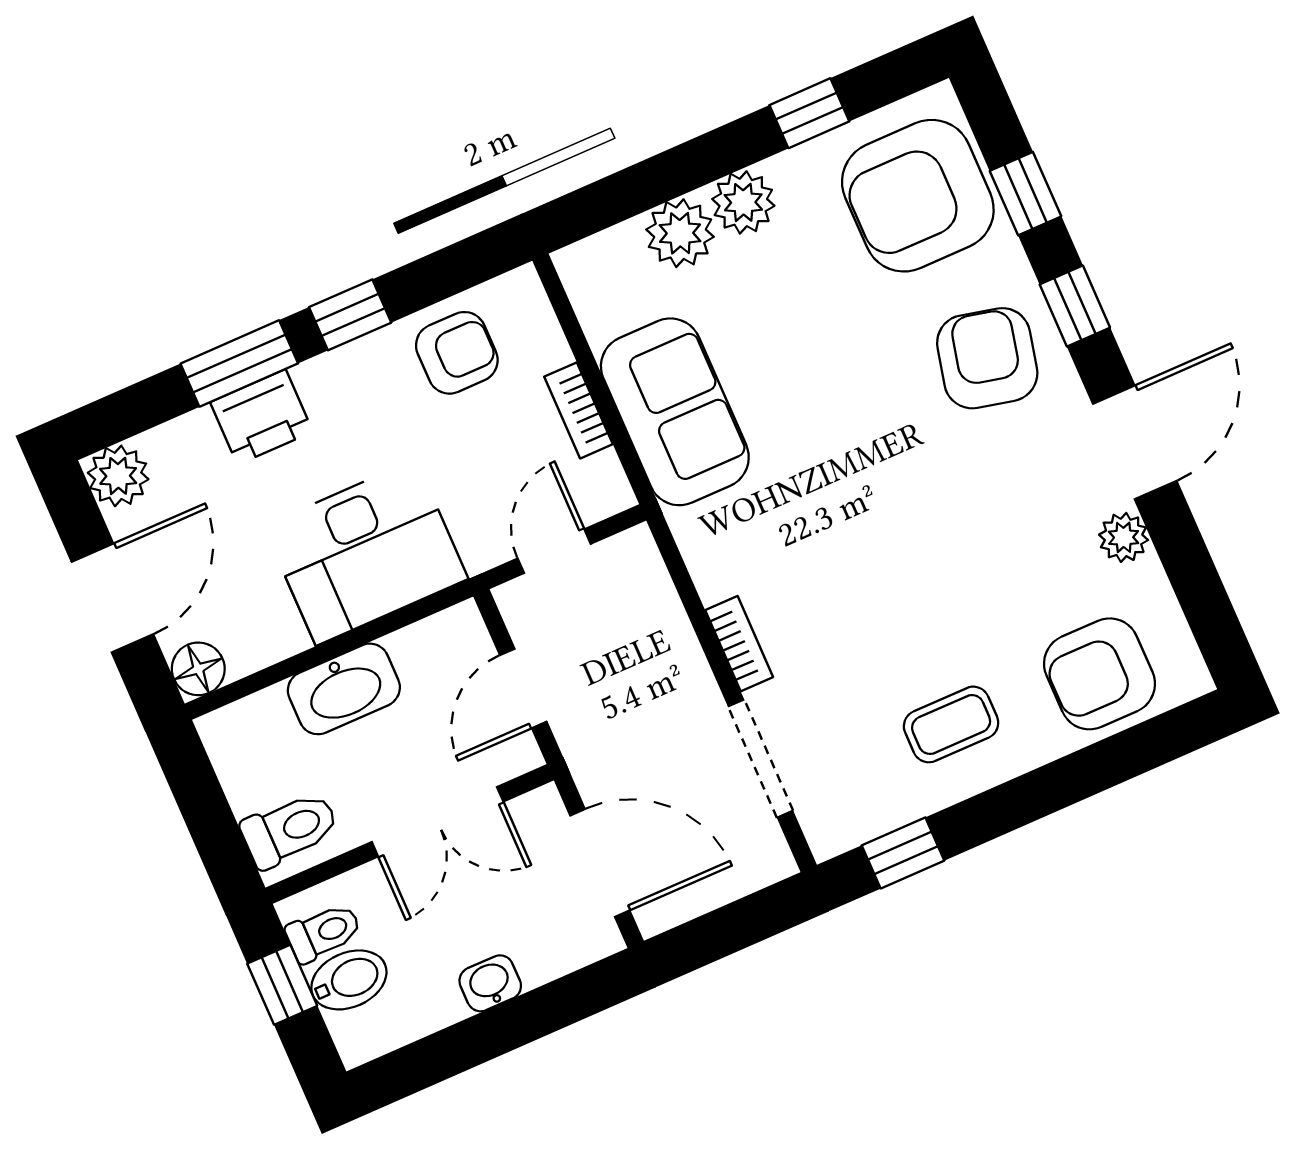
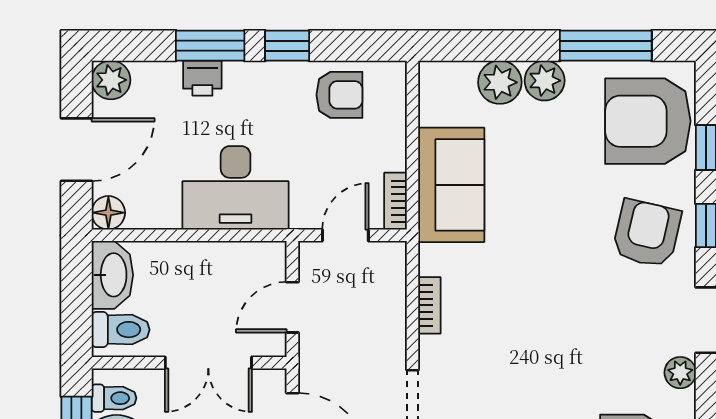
window: (809, 113) -> (606, 46), width x2.17
bookcase: (578, 410) -> (396, 201), moved
printer: (262, 417) -> (202, 78), width x0.73, depth x0.81
bookcase: (739, 644) -> (429, 305), moved
washbasin: (344, 689) -> (112, 275), moved, turned -90

